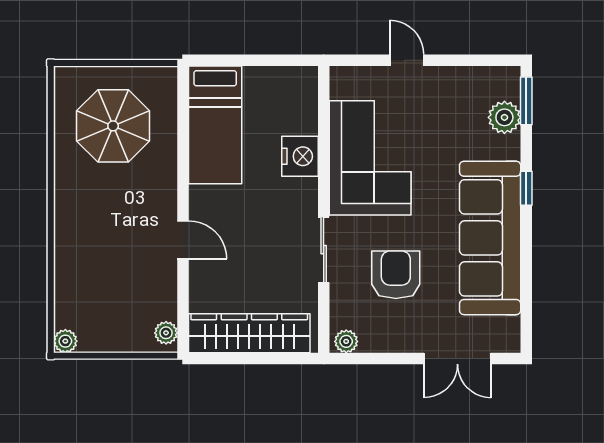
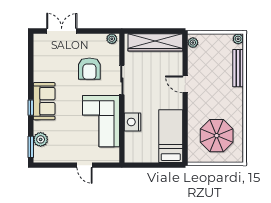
sofa: (490, 238) -> (44, 101), width x0.54, depth x0.79
bench: (65, 276) -> (238, 68), added

